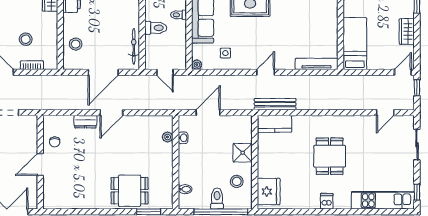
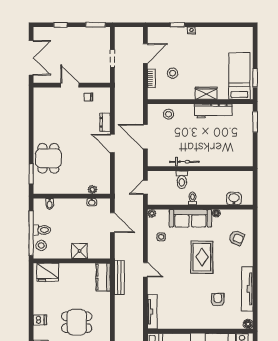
bicycle: (134, 46) -> (184, 162), moved
stool: (237, 181) -> (41, 245), moved

